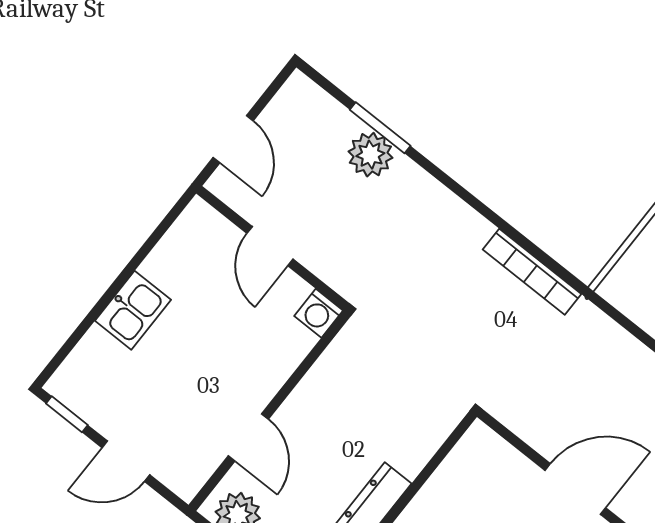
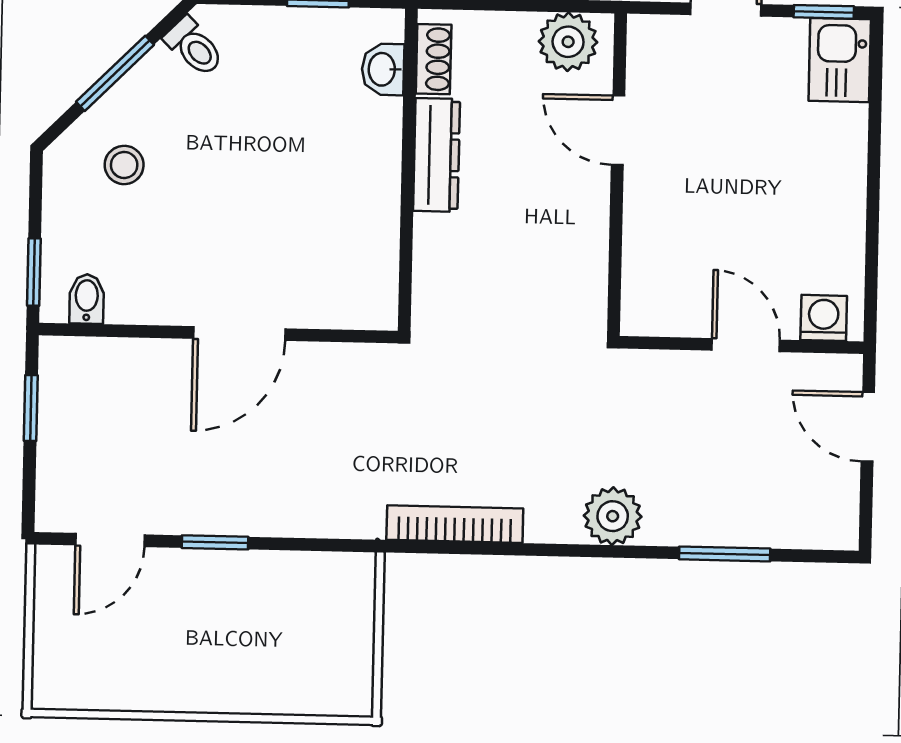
plant: (370, 155) -> (613, 516), moved
kitchen sink: (133, 310) -> (840, 60), moved
washing machine: (319, 313) -> (824, 318), moved

